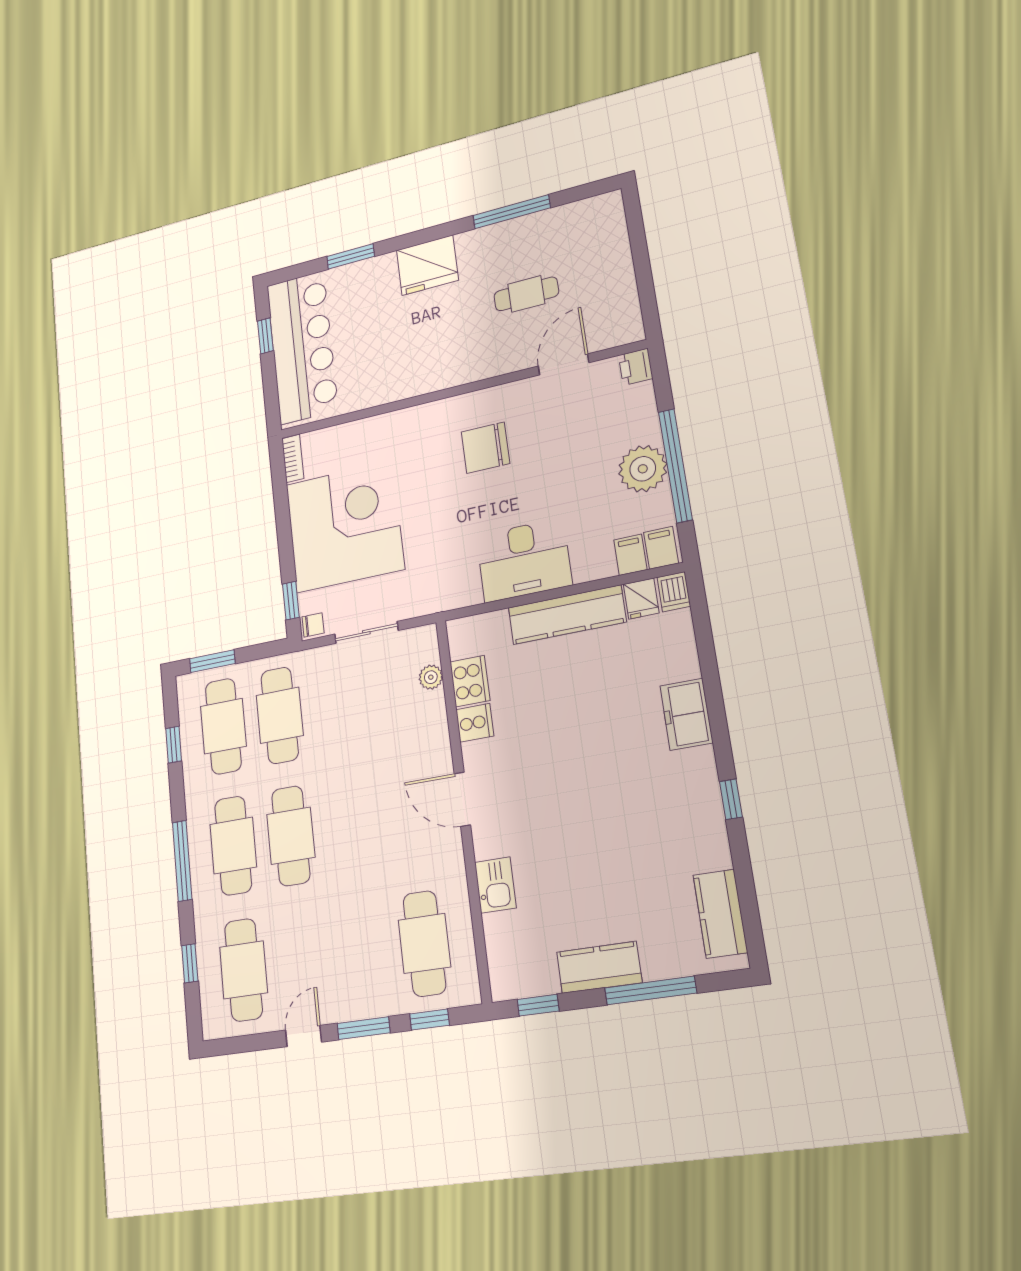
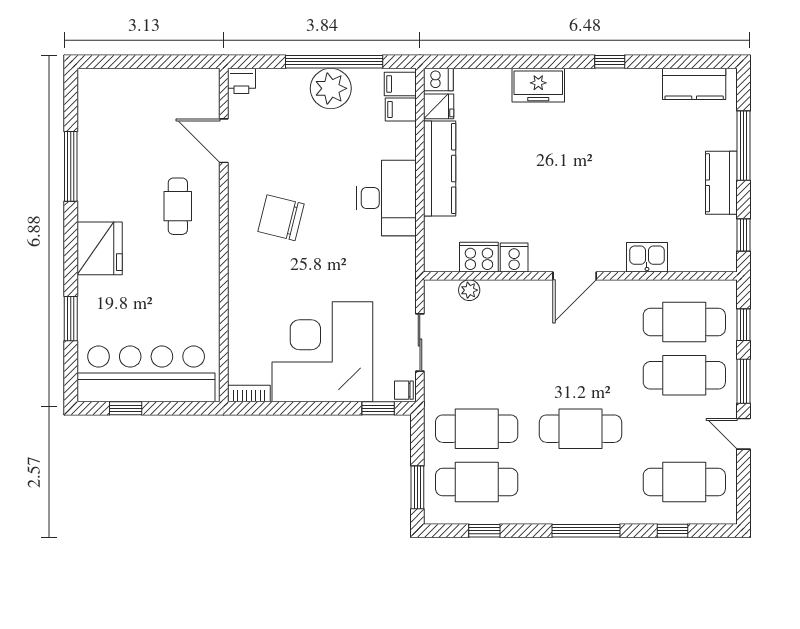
cafe table: (526, 294) -> (178, 206), moved
chair: (485, 448) -> (281, 218), turned 104
chair: (313, 625) -> (404, 390), turned -90
cafe table: (233, 846) -> (684, 375), moved

